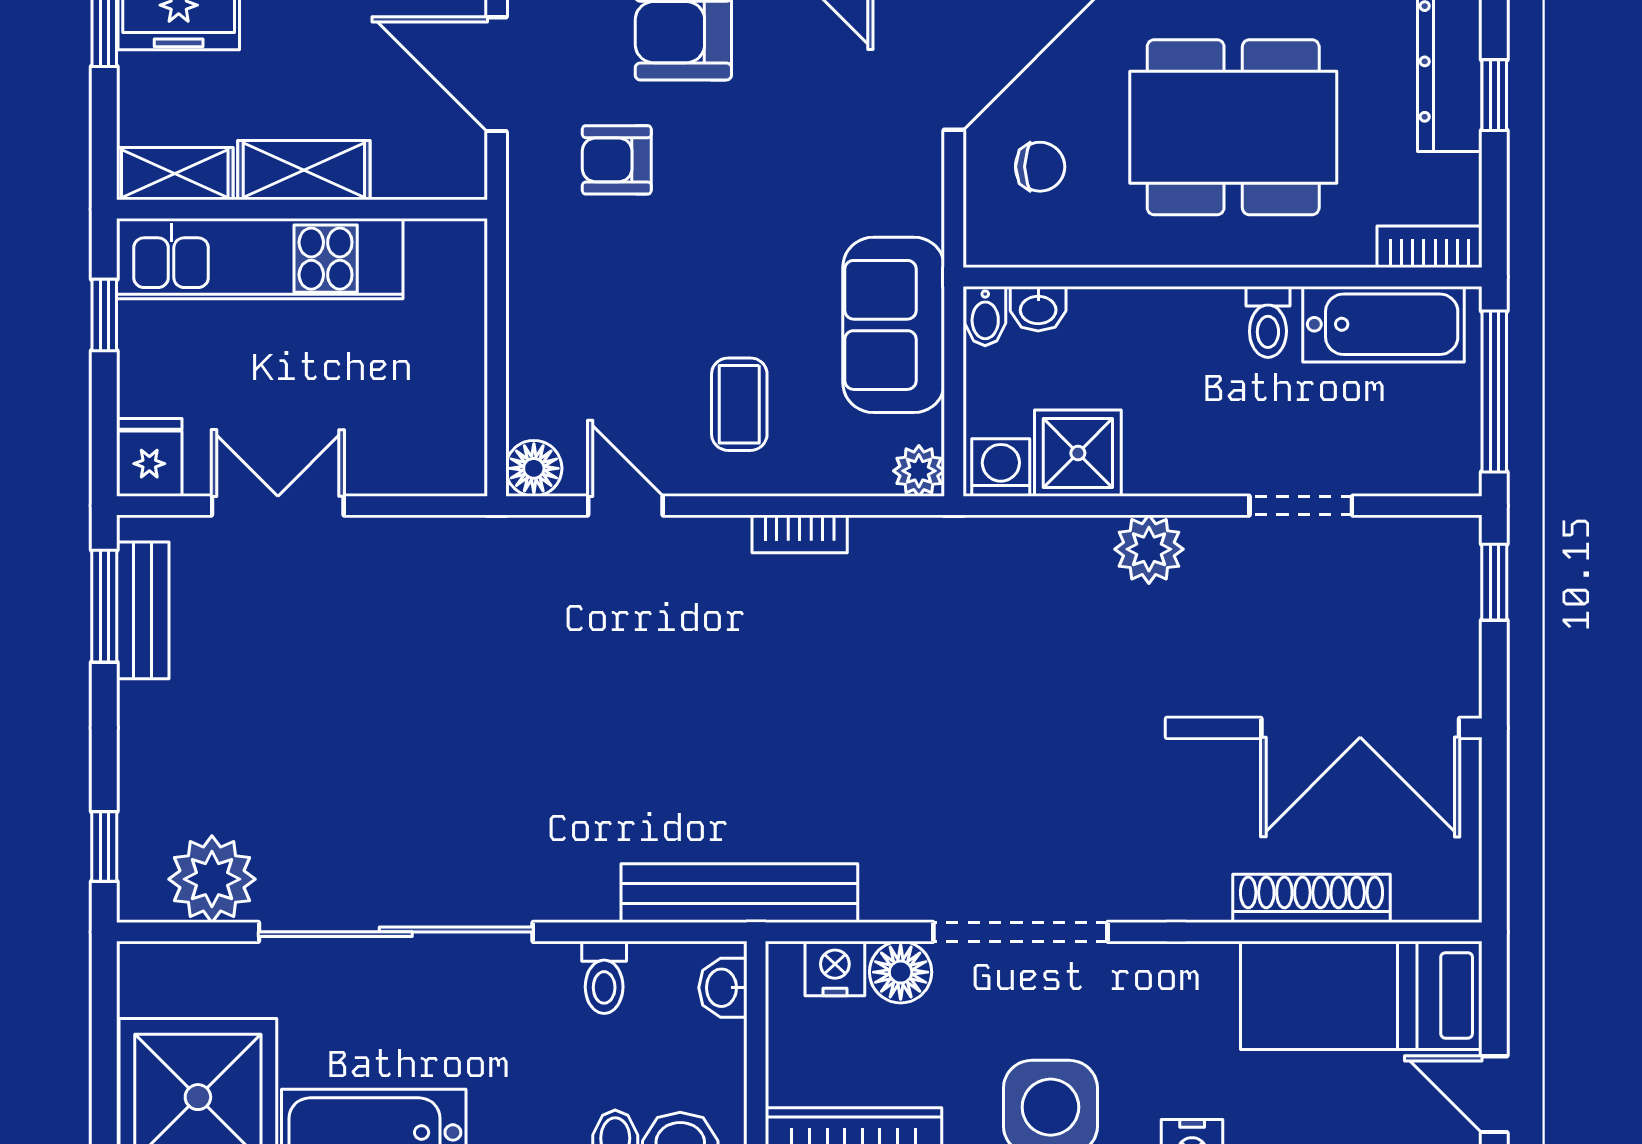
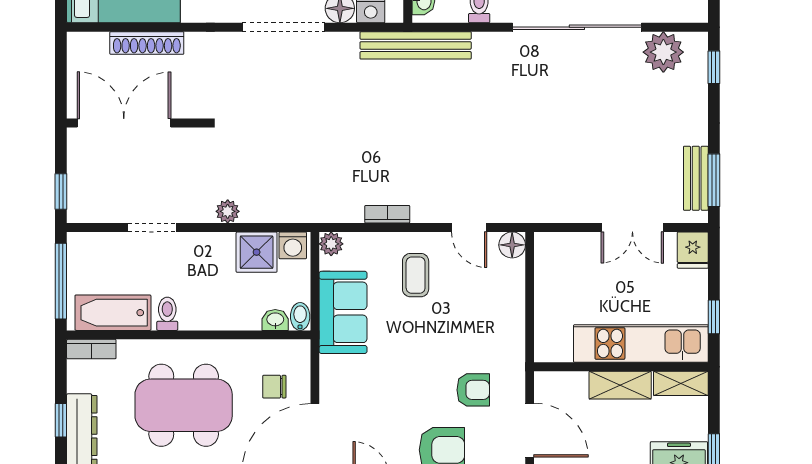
plant: (1149, 549) -> (228, 211), width x0.73, depth x0.73

